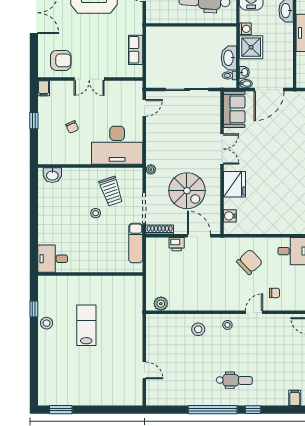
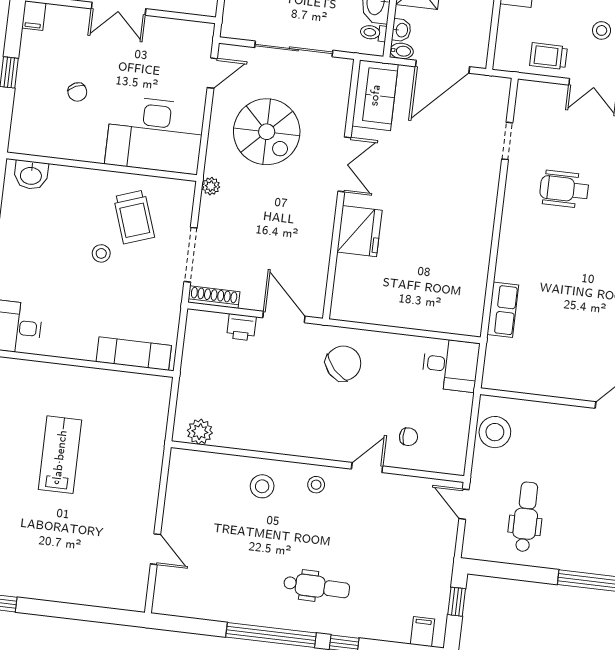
spiral stairs: (187, 191) -> (267, 132), moved
water cooler: (230, 216) -> (344, 287), removed
exam couch: (136, 243) -> (134, 354), moved, turned 90
chair: (250, 262) -> (343, 363), moved

